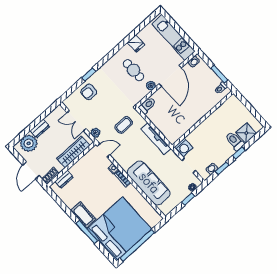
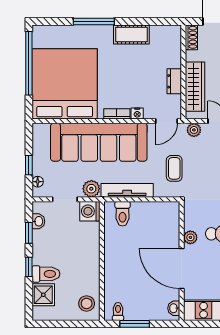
toilet: (147, 105) -> (123, 214), moved
stool: (231, 107) -> (87, 303), added
plant: (172, 157) -> (91, 189), added
dresser: (64, 179) -> (174, 81), moved
sofa: (149, 183) -> (99, 142), width x1.36, depth x1.27
cot: (83, 215) -> (131, 34), moved
bed: (119, 229) -> (65, 84), moved, turned 180

